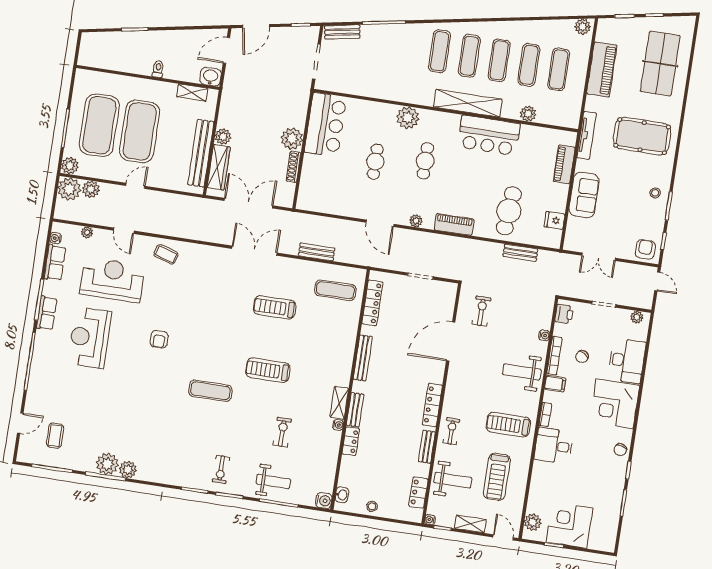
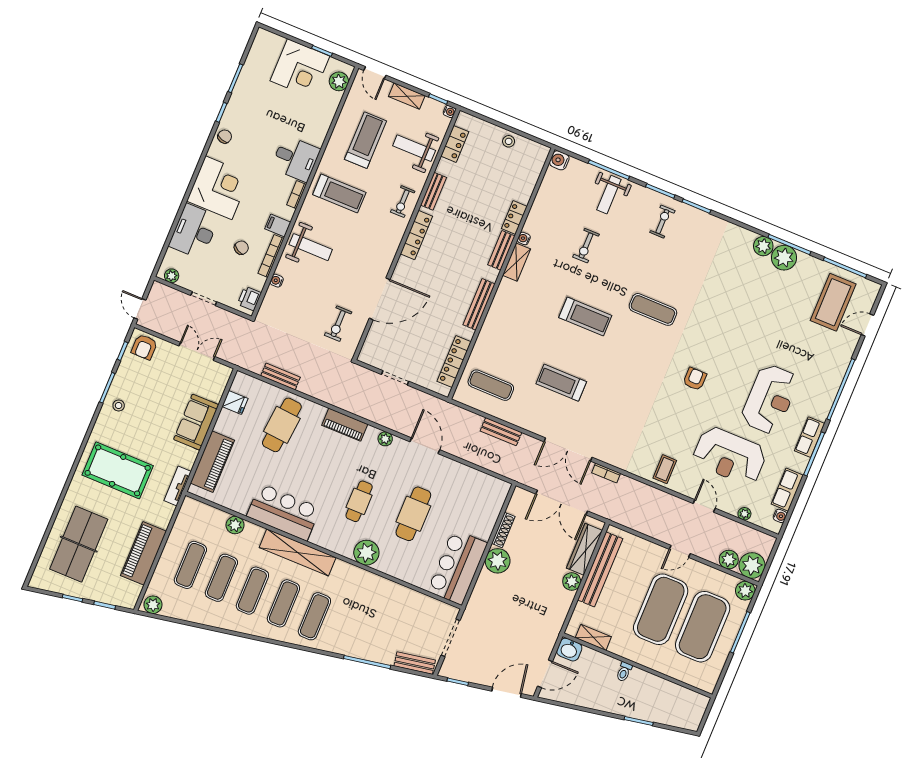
tv unit: (587, 135) -> (178, 486), width x0.71
cafe table: (375, 162) -> (413, 514), width x1.37, depth x1.35
piano: (564, 164) -> (212, 462), width x1.37, depth x1.33
bookcase: (216, 238) -> (606, 473), added
coffee table: (166, 254) -> (665, 469), turned 73
treadmill: (275, 307) -> (561, 383), turned 180
coffee table: (55, 436) -> (833, 302), width x1.86, depth x1.72
weight bench: (273, 481) -> (609, 195), turned -90
washbasin: (342, 495) -> (538, 162), removed

